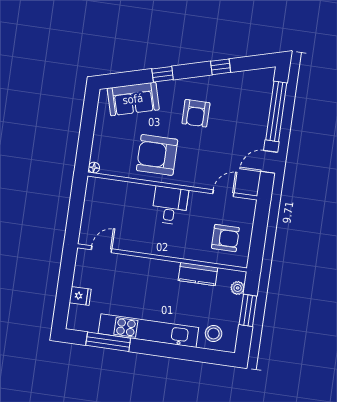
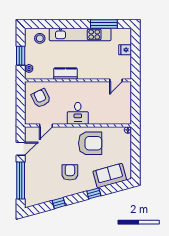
armchair: (225, 238) -> (41, 98), turned 64
kitchen counter: (198, 274) -> (65, 74), moved

